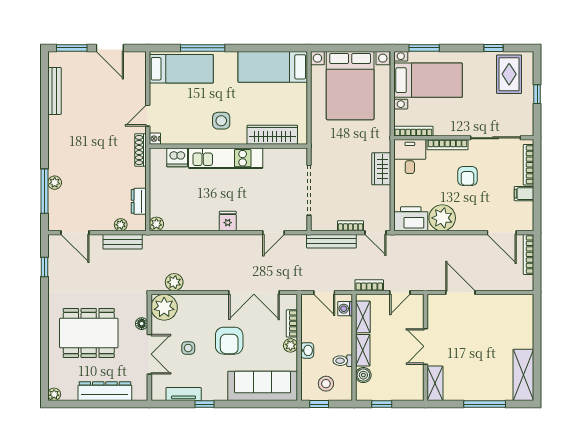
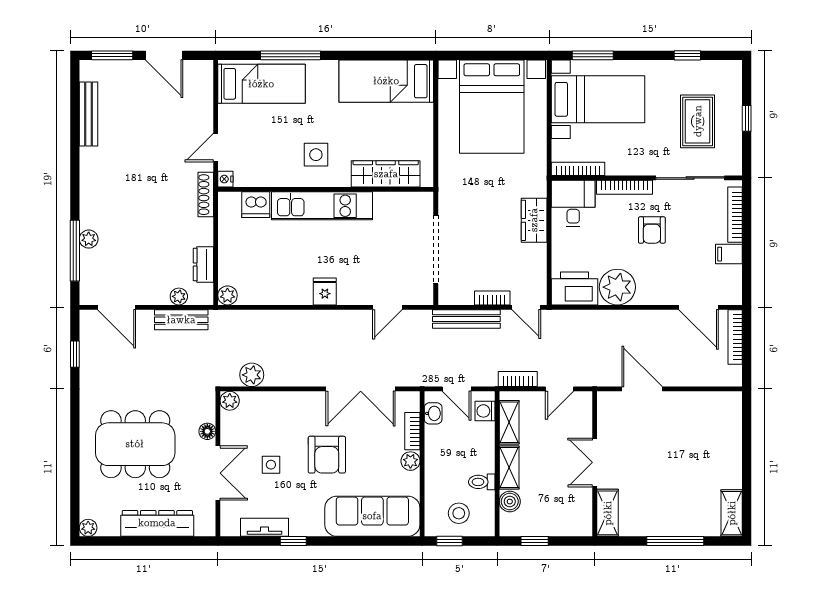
rug: (509, 74) -> (698, 121), moved
plant: (164, 307) -> (230, 401), width x0.53, depth x0.53
washbasin: (307, 350) -> (433, 413), moved
shelving: (523, 375) -> (732, 513), width x0.67, depth x0.75

